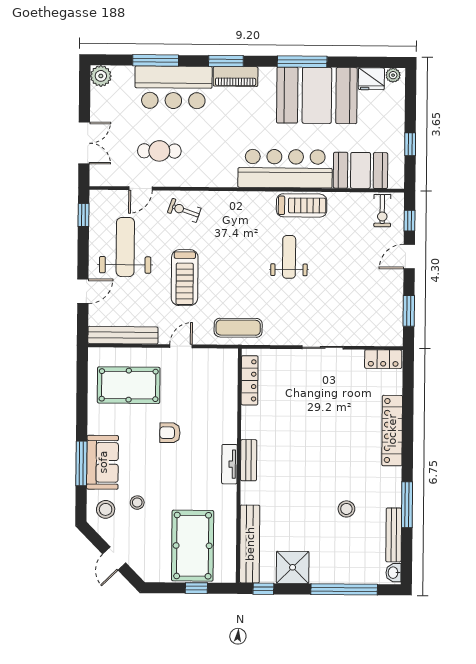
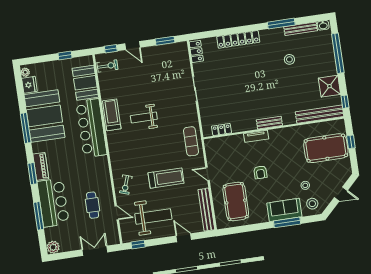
weight bench: (125, 247) -> (153, 216), turned 180
locker: (250, 380) -> (221, 129), width x0.66
tv unit: (229, 464) -> (256, 136), moved

